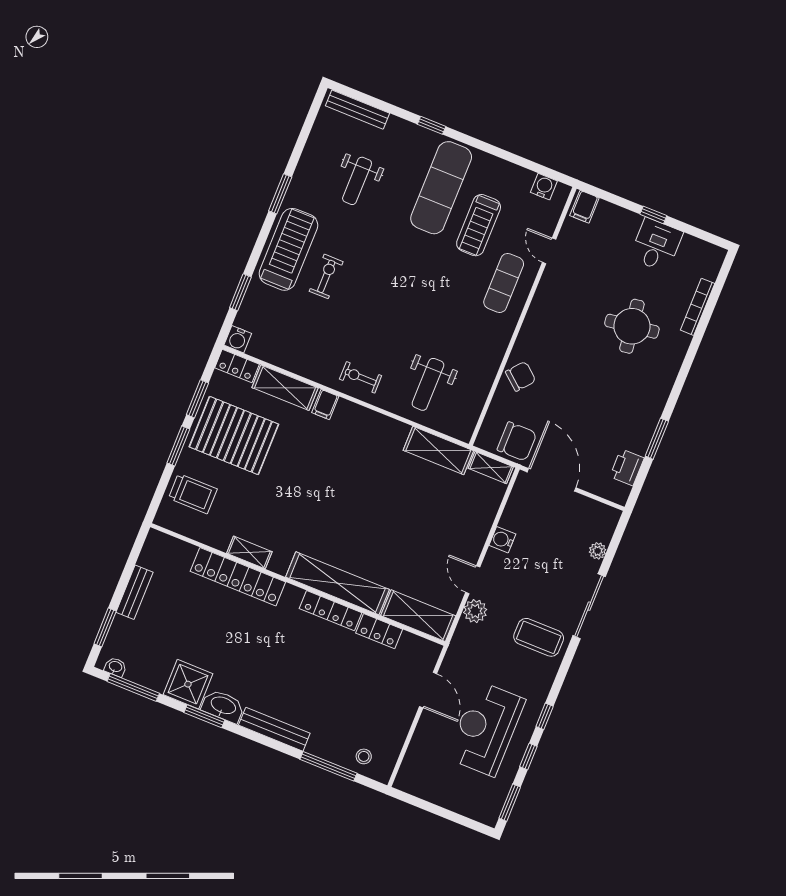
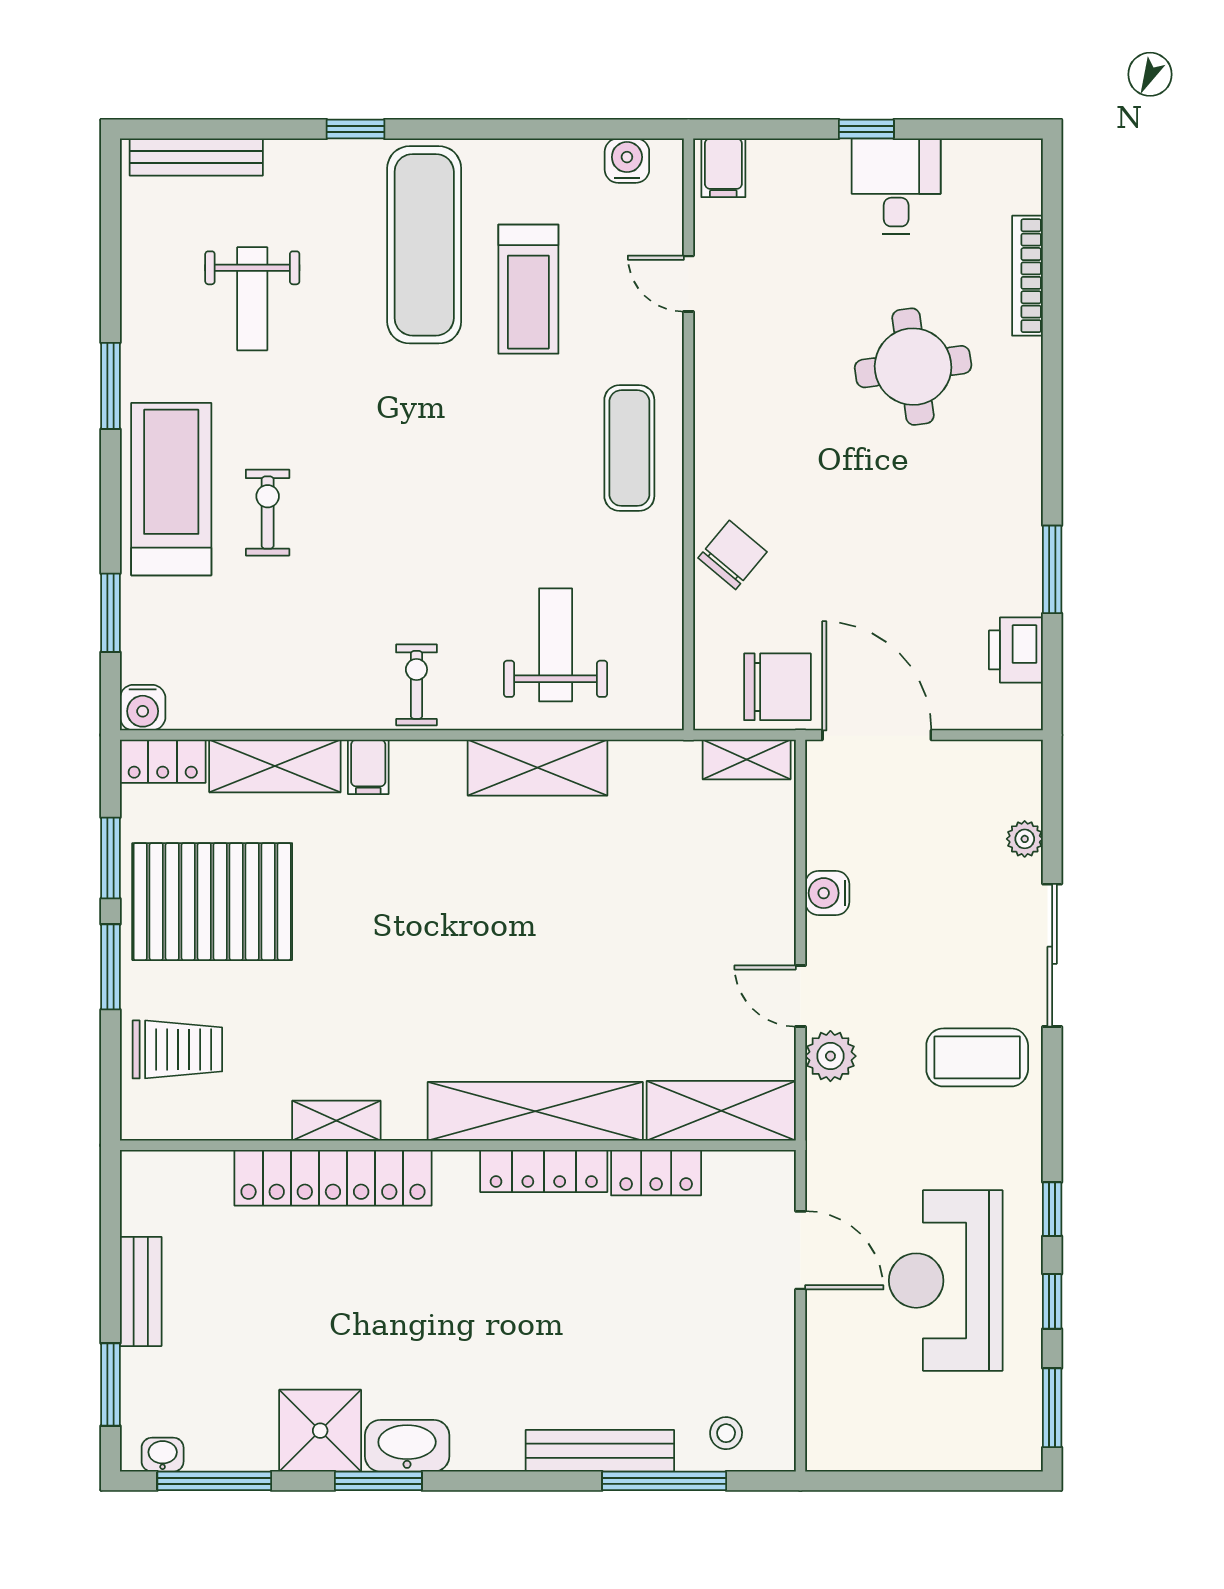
exercise mat: (504, 283) -> (629, 448), moved
exercise bike: (361, 377) -> (416, 685), turned 90
weight bench: (428, 384) -> (556, 645), turned 180
shelving: (438, 451) -> (538, 768), moved
bench: (274, 729) -> (600, 1451), moved

